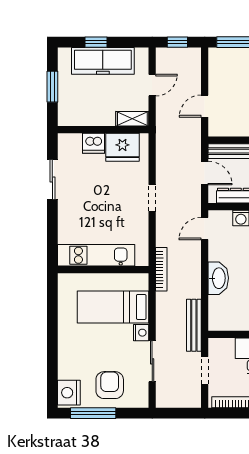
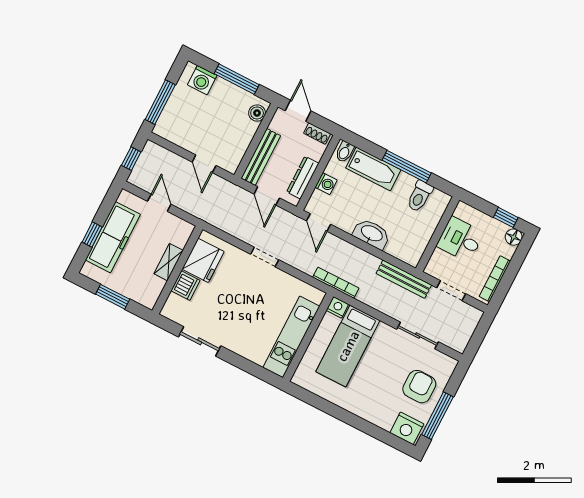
shelving: (132, 119) -> (169, 262), moved
door: (205, 173) -> (267, 196), swing flipped
nightstand: (141, 333) -> (337, 307), moved
armchair: (110, 385) -> (419, 387), turned 90

